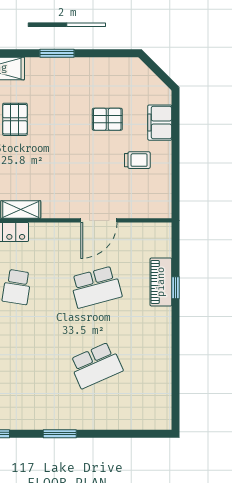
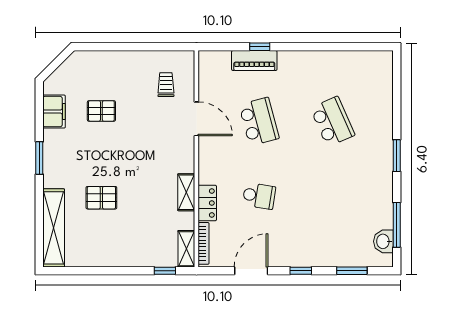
pallet: (107, 119) -> (101, 111), turned 90
filing cabinet: (160, 123) -> (54, 112), moved, turned -90
trolley: (137, 160) -> (166, 85), moved

